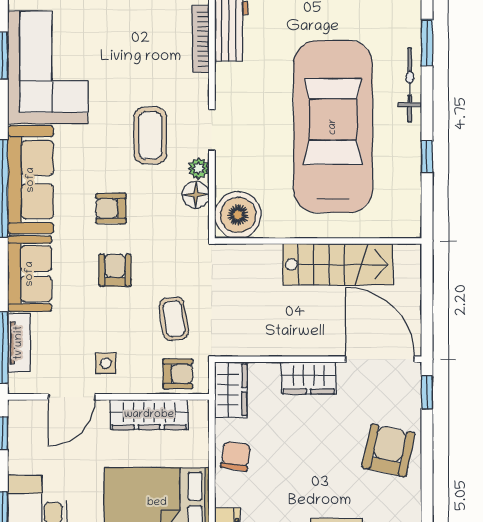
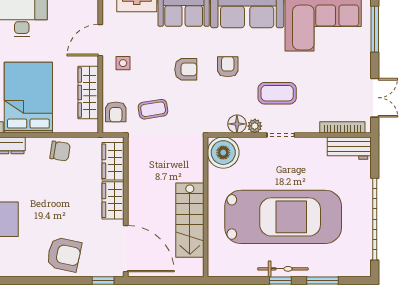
window: (427, 43) -> (322, 280), moved
bicycle: (410, 85) -> (283, 269), moved
window: (427, 157) -> (280, 280), moved
door: (380, 359) -> (126, 249), hinge flipped
wardrobe: (231, 390) -> (113, 161), moved, turned 90
door: (72, 397) -> (100, 40), hinge flipped

